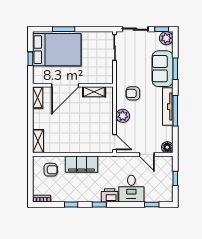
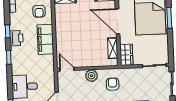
wardrobe: (102, 77) -> (126, 55), added
door: (115, 142) -> (67, 69), swing flipped
printer: (110, 195) -> (16, 38), moved

